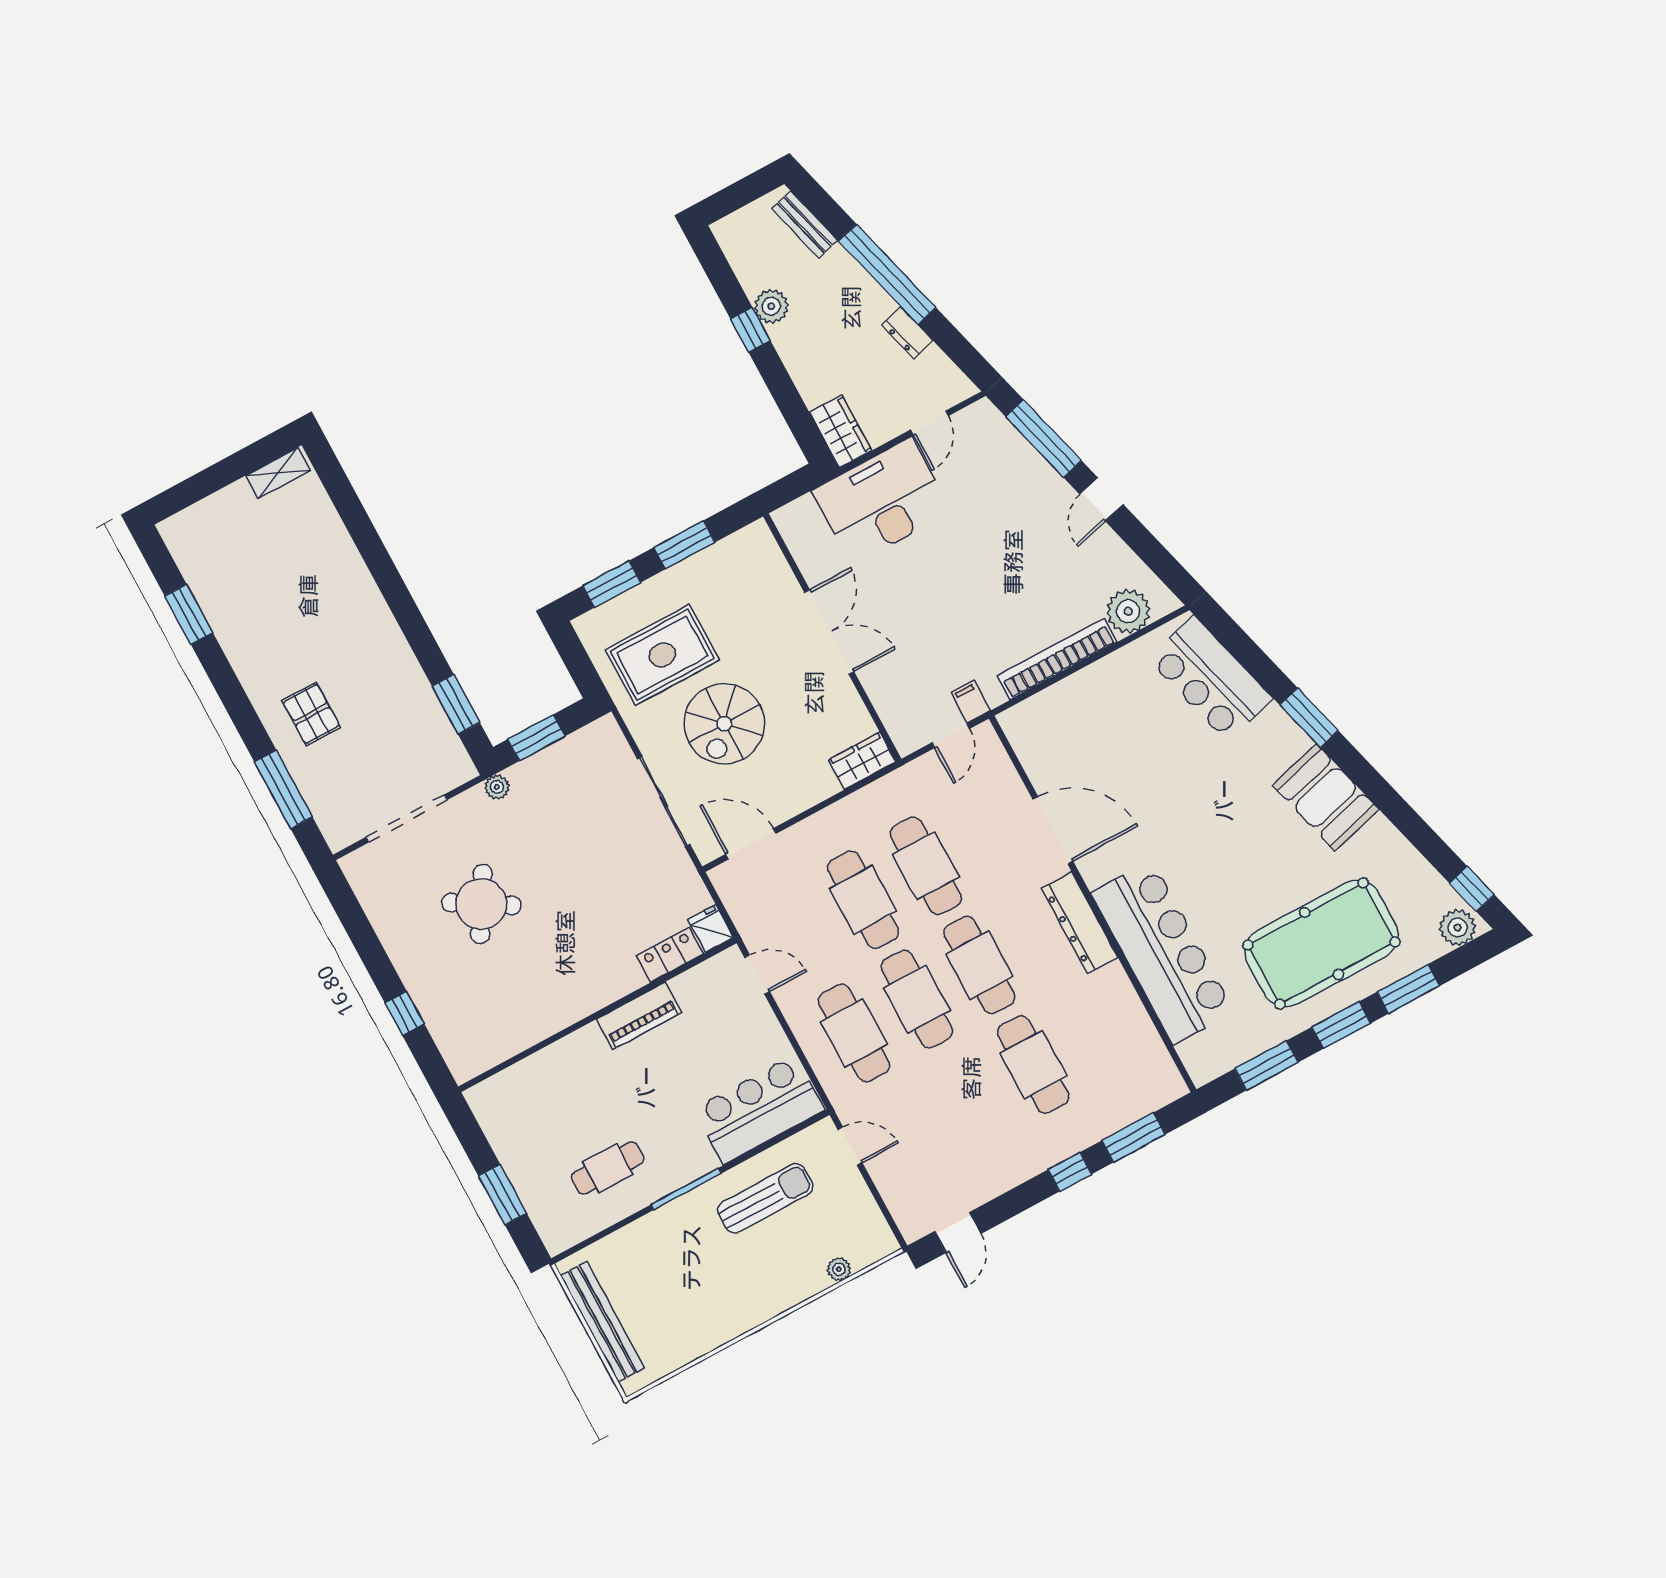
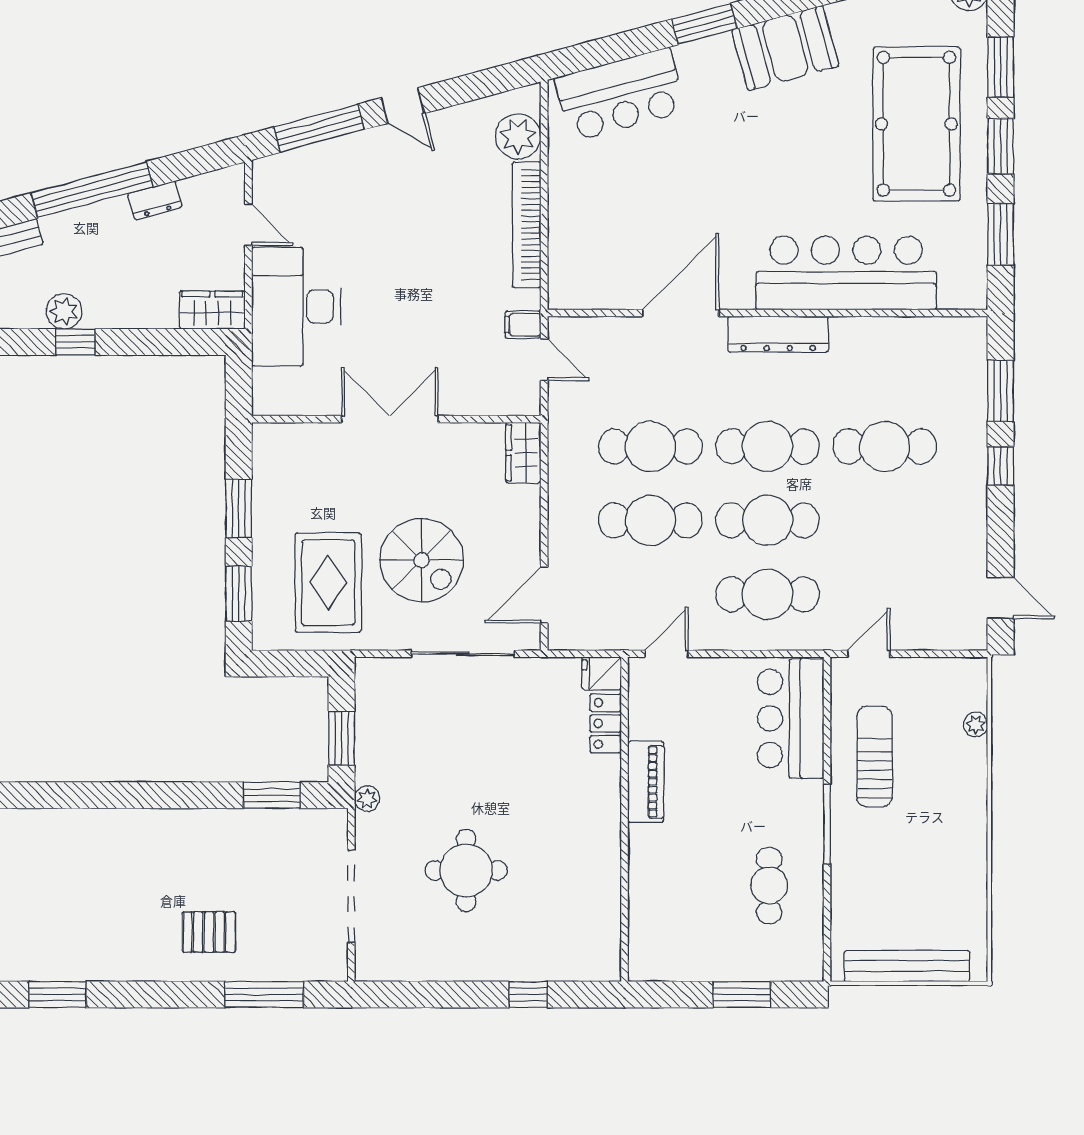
round table: (481, 904) -> (466, 870), turned -31

